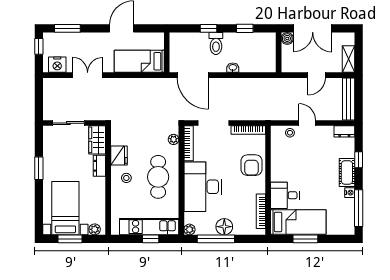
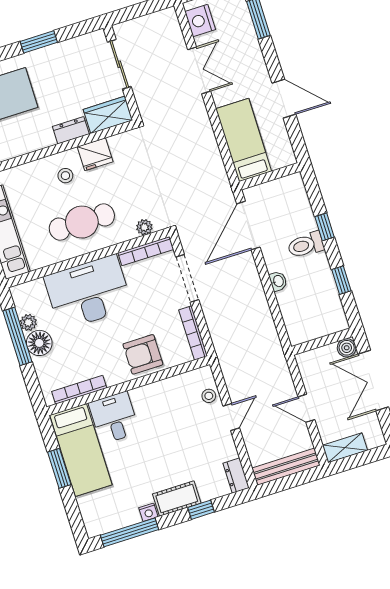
plant: (190, 229) -> (28, 322), moved

